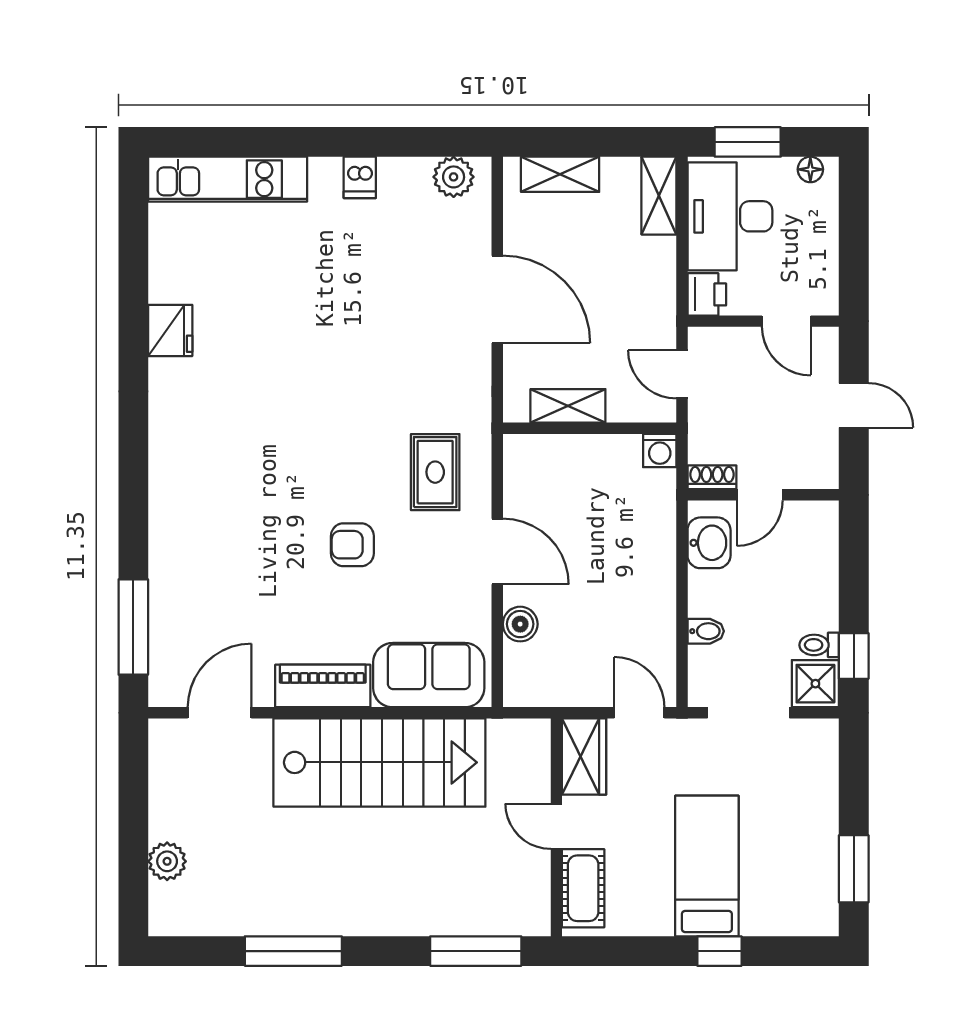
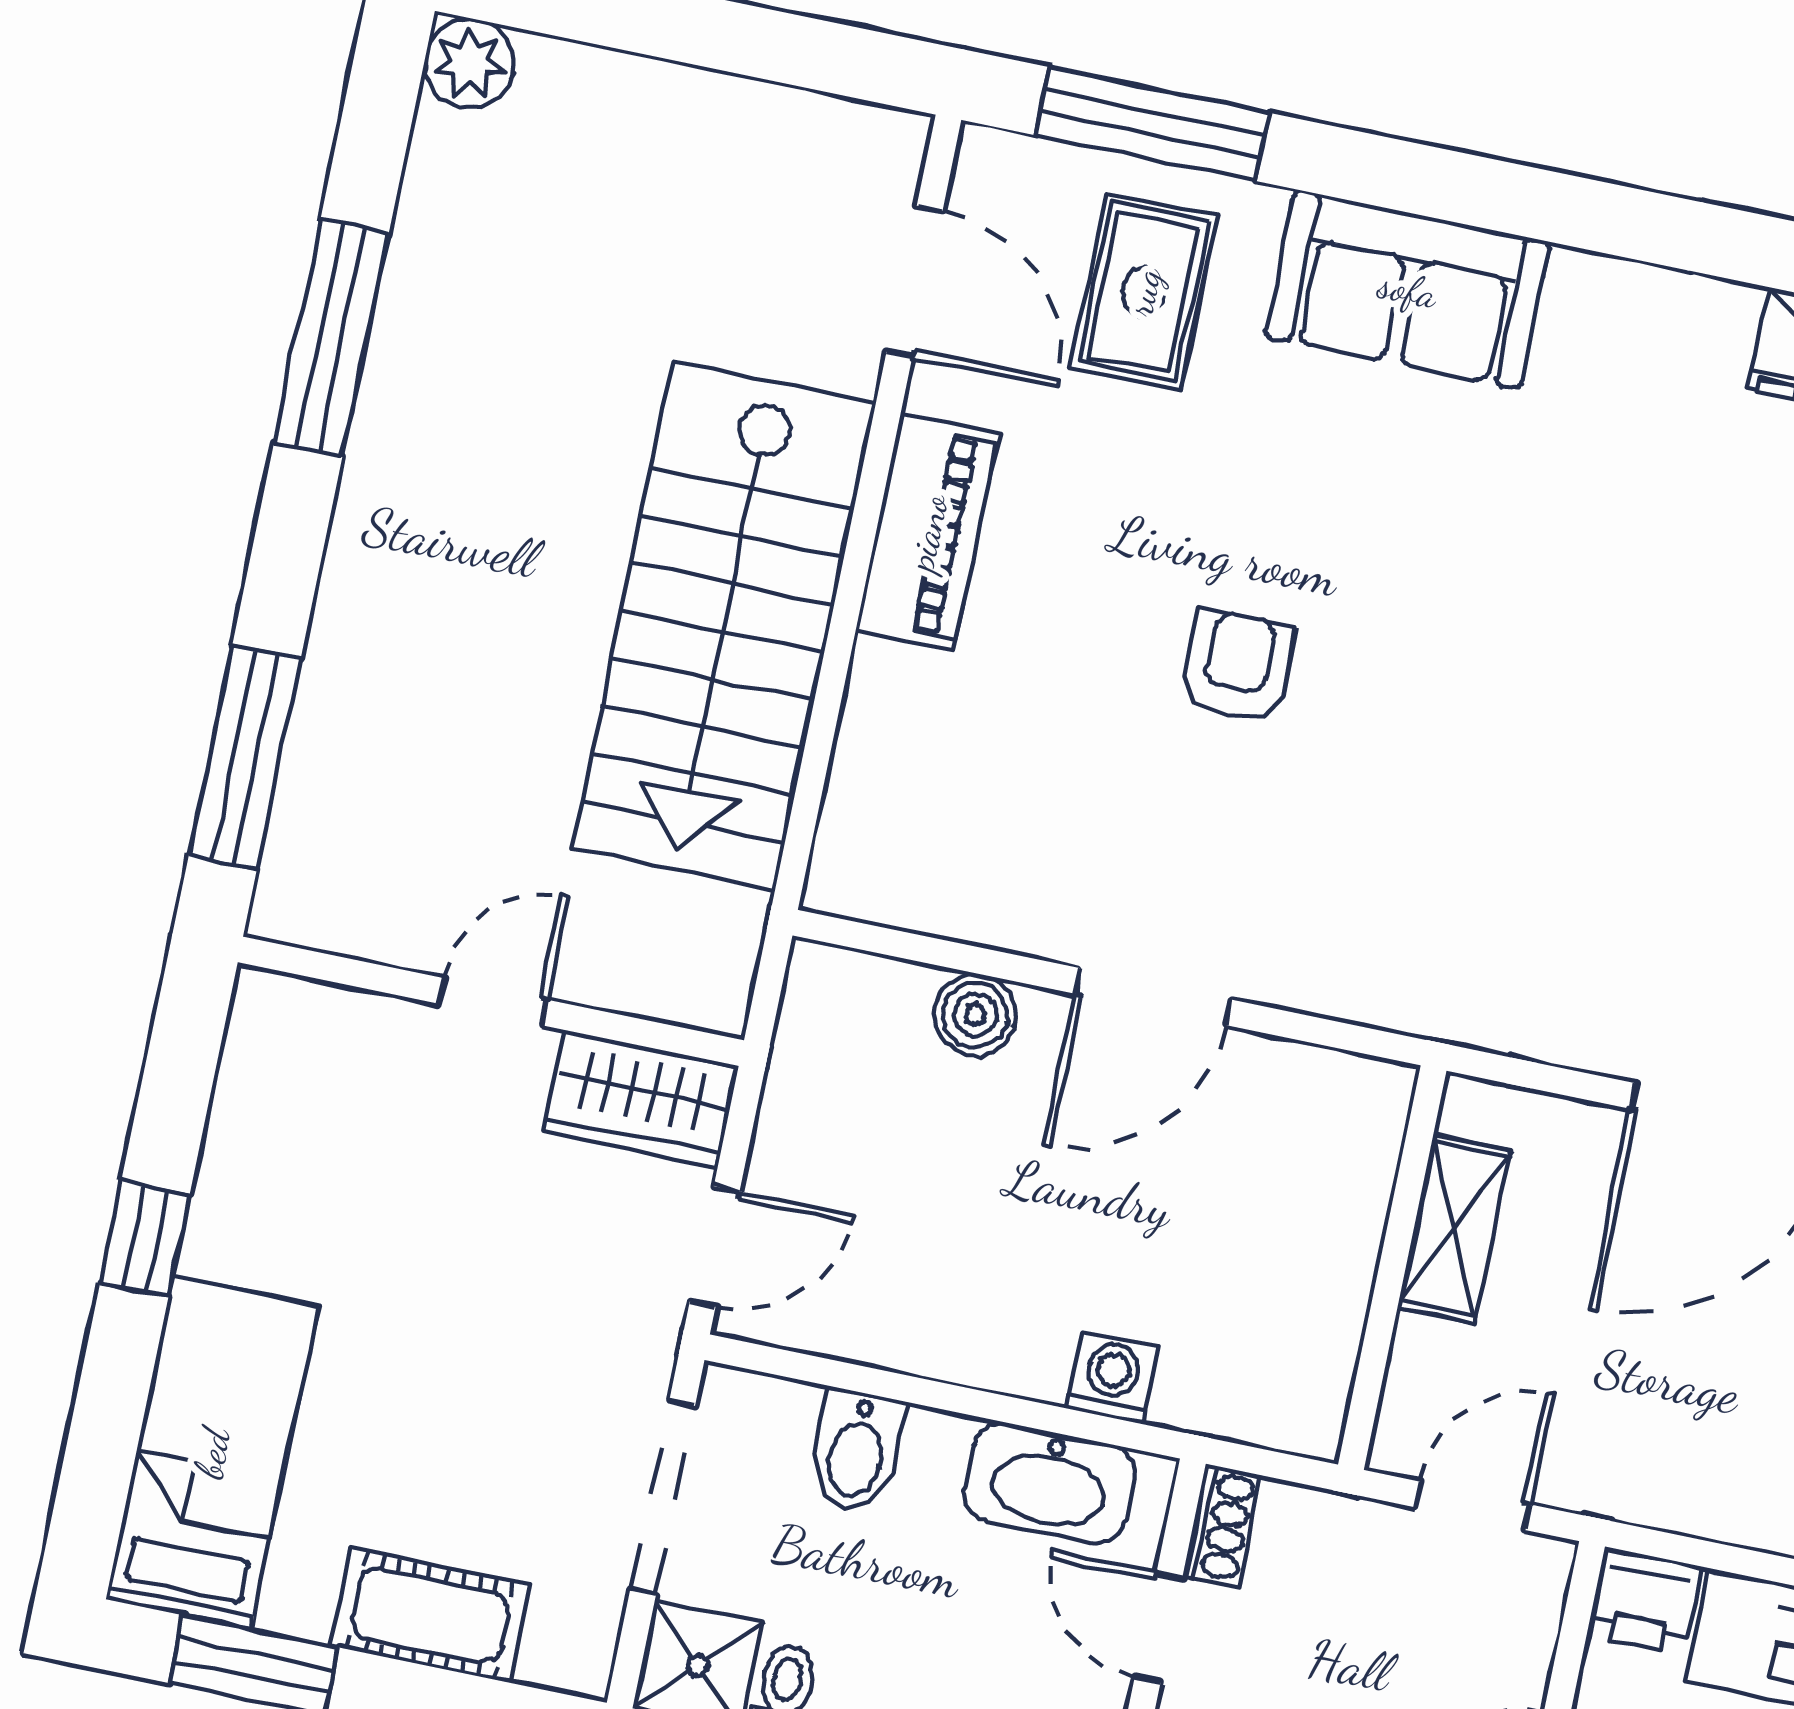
washing machine: (660, 450) -> (1112, 1378), moved, turned 90
rug: (435, 472) -> (1143, 292), moved, turned 90
washbasin: (709, 543) -> (1050, 1483), width x1.38
bidet: (706, 631) -> (857, 1451), width x1.38, depth x1.36
sofa: (429, 675) -> (1408, 289), moved, turned 90
plant: (167, 861) -> (469, 63), moved
bed: (707, 866) -> (212, 1453), moved, turned -90
cot: (583, 888) -> (431, 1616), moved
window: (719, 951) -> (145, 1239), moved

